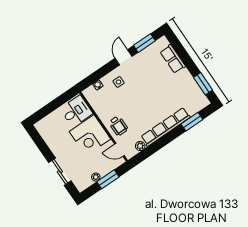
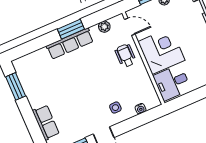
window: (192, 122) -> (71, 29), moved
row of seats: (166, 127) -> (70, 44), width x0.73

